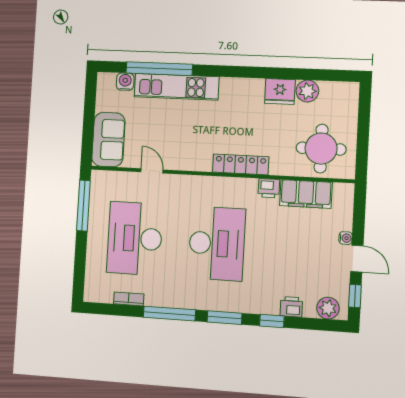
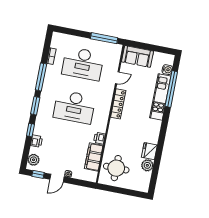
locker: (241, 164) -> (118, 104), moved
desk: (135, 238) -> (83, 64), turned 180

